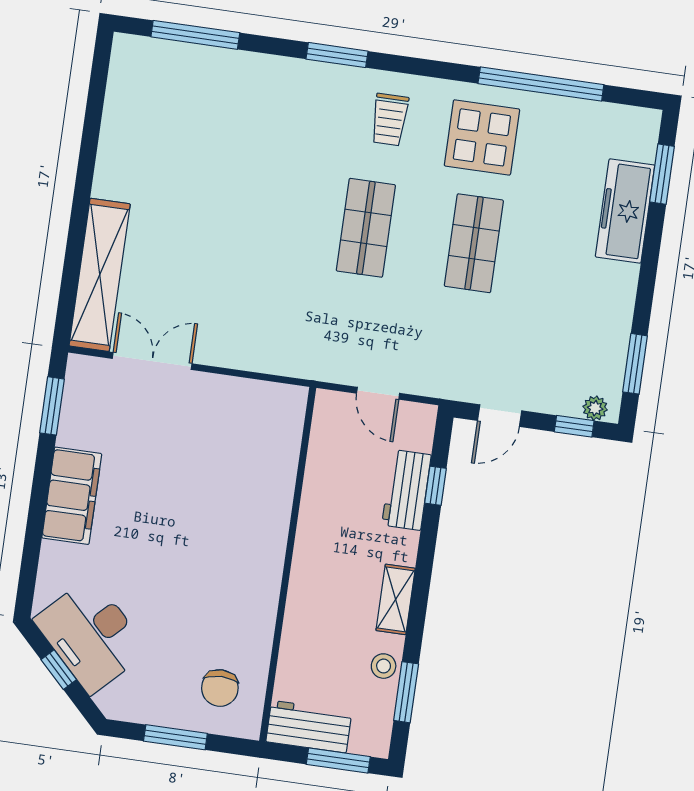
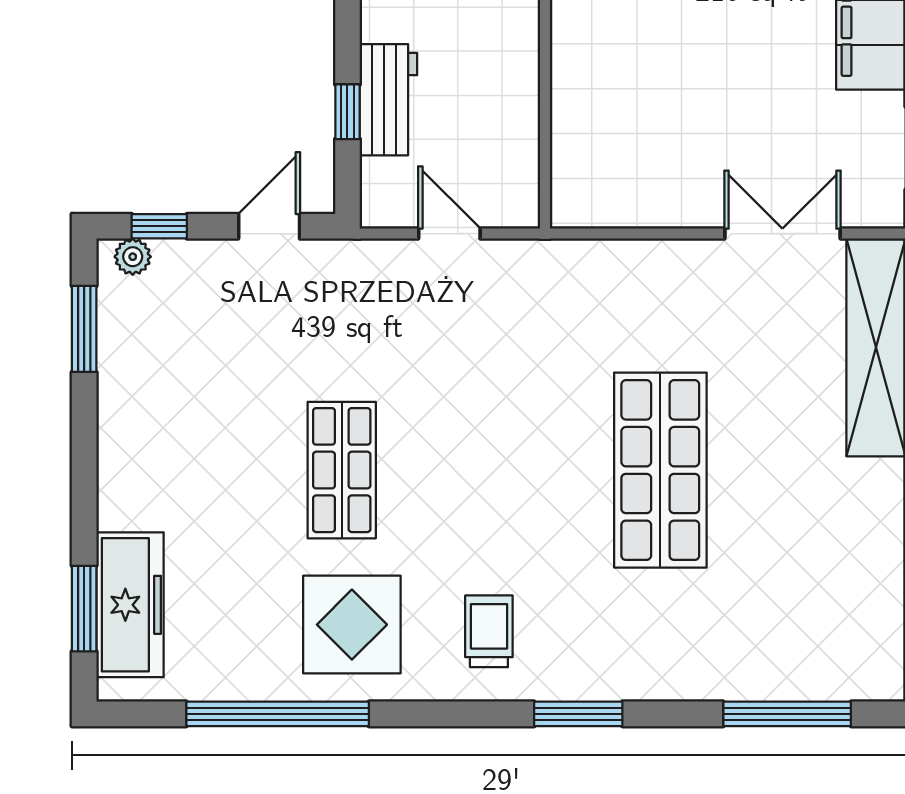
freezer: (625, 211) -> (130, 605), moved
shop shelf: (366, 228) -> (660, 470), moved, width x1.43, depth x1.36
double door: (152, 361) -> (782, 234), swing flipped

